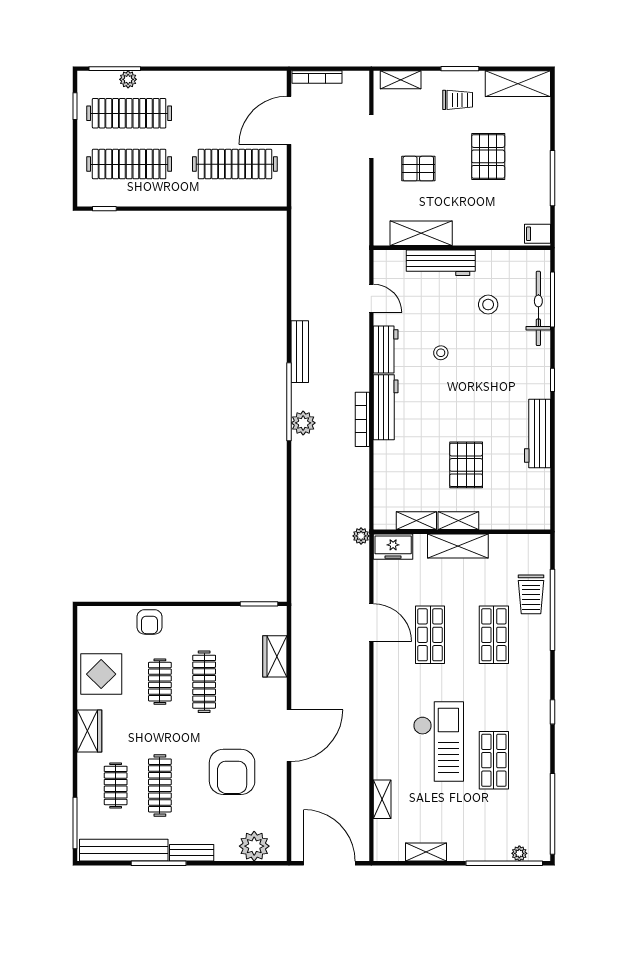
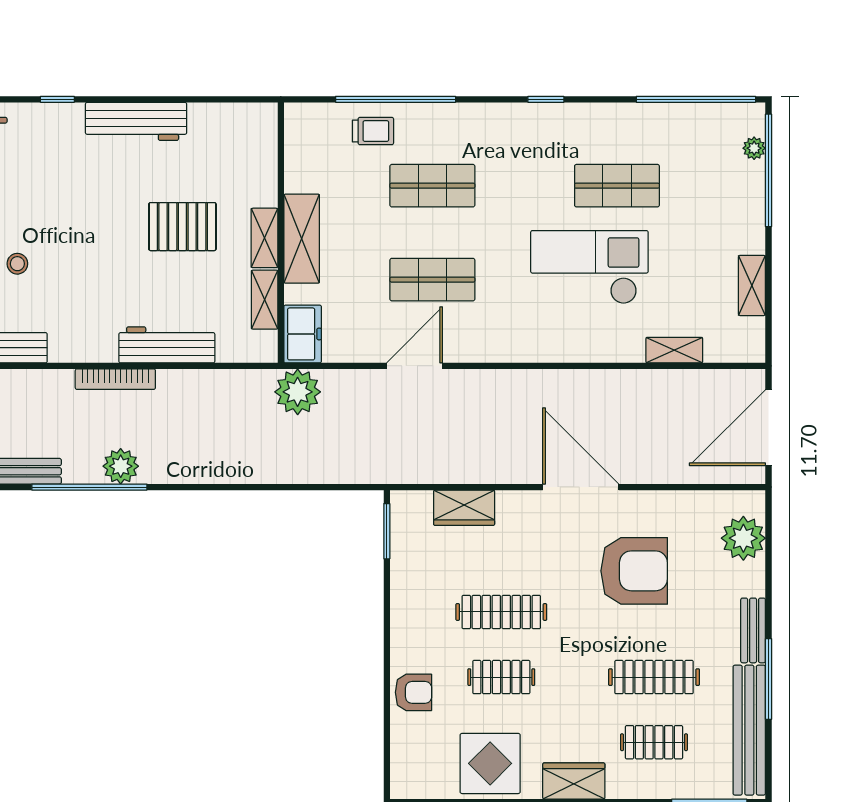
workbench: (386, 407) -> (167, 345), moved
plant: (361, 536) -> (298, 392), width x1.87, depth x1.87
trolley: (531, 594) -> (373, 131), width x0.73, depth x0.72

